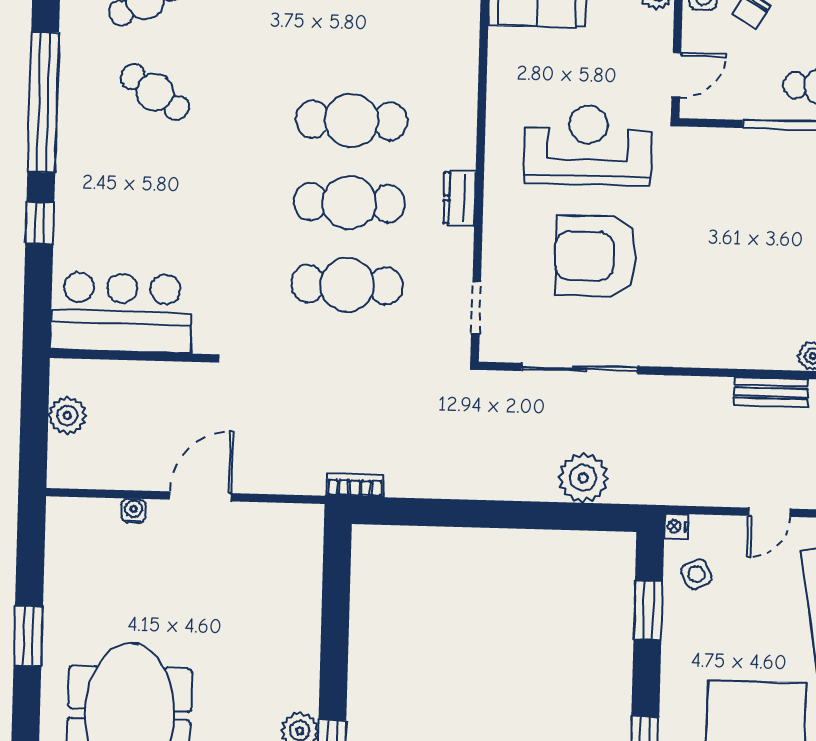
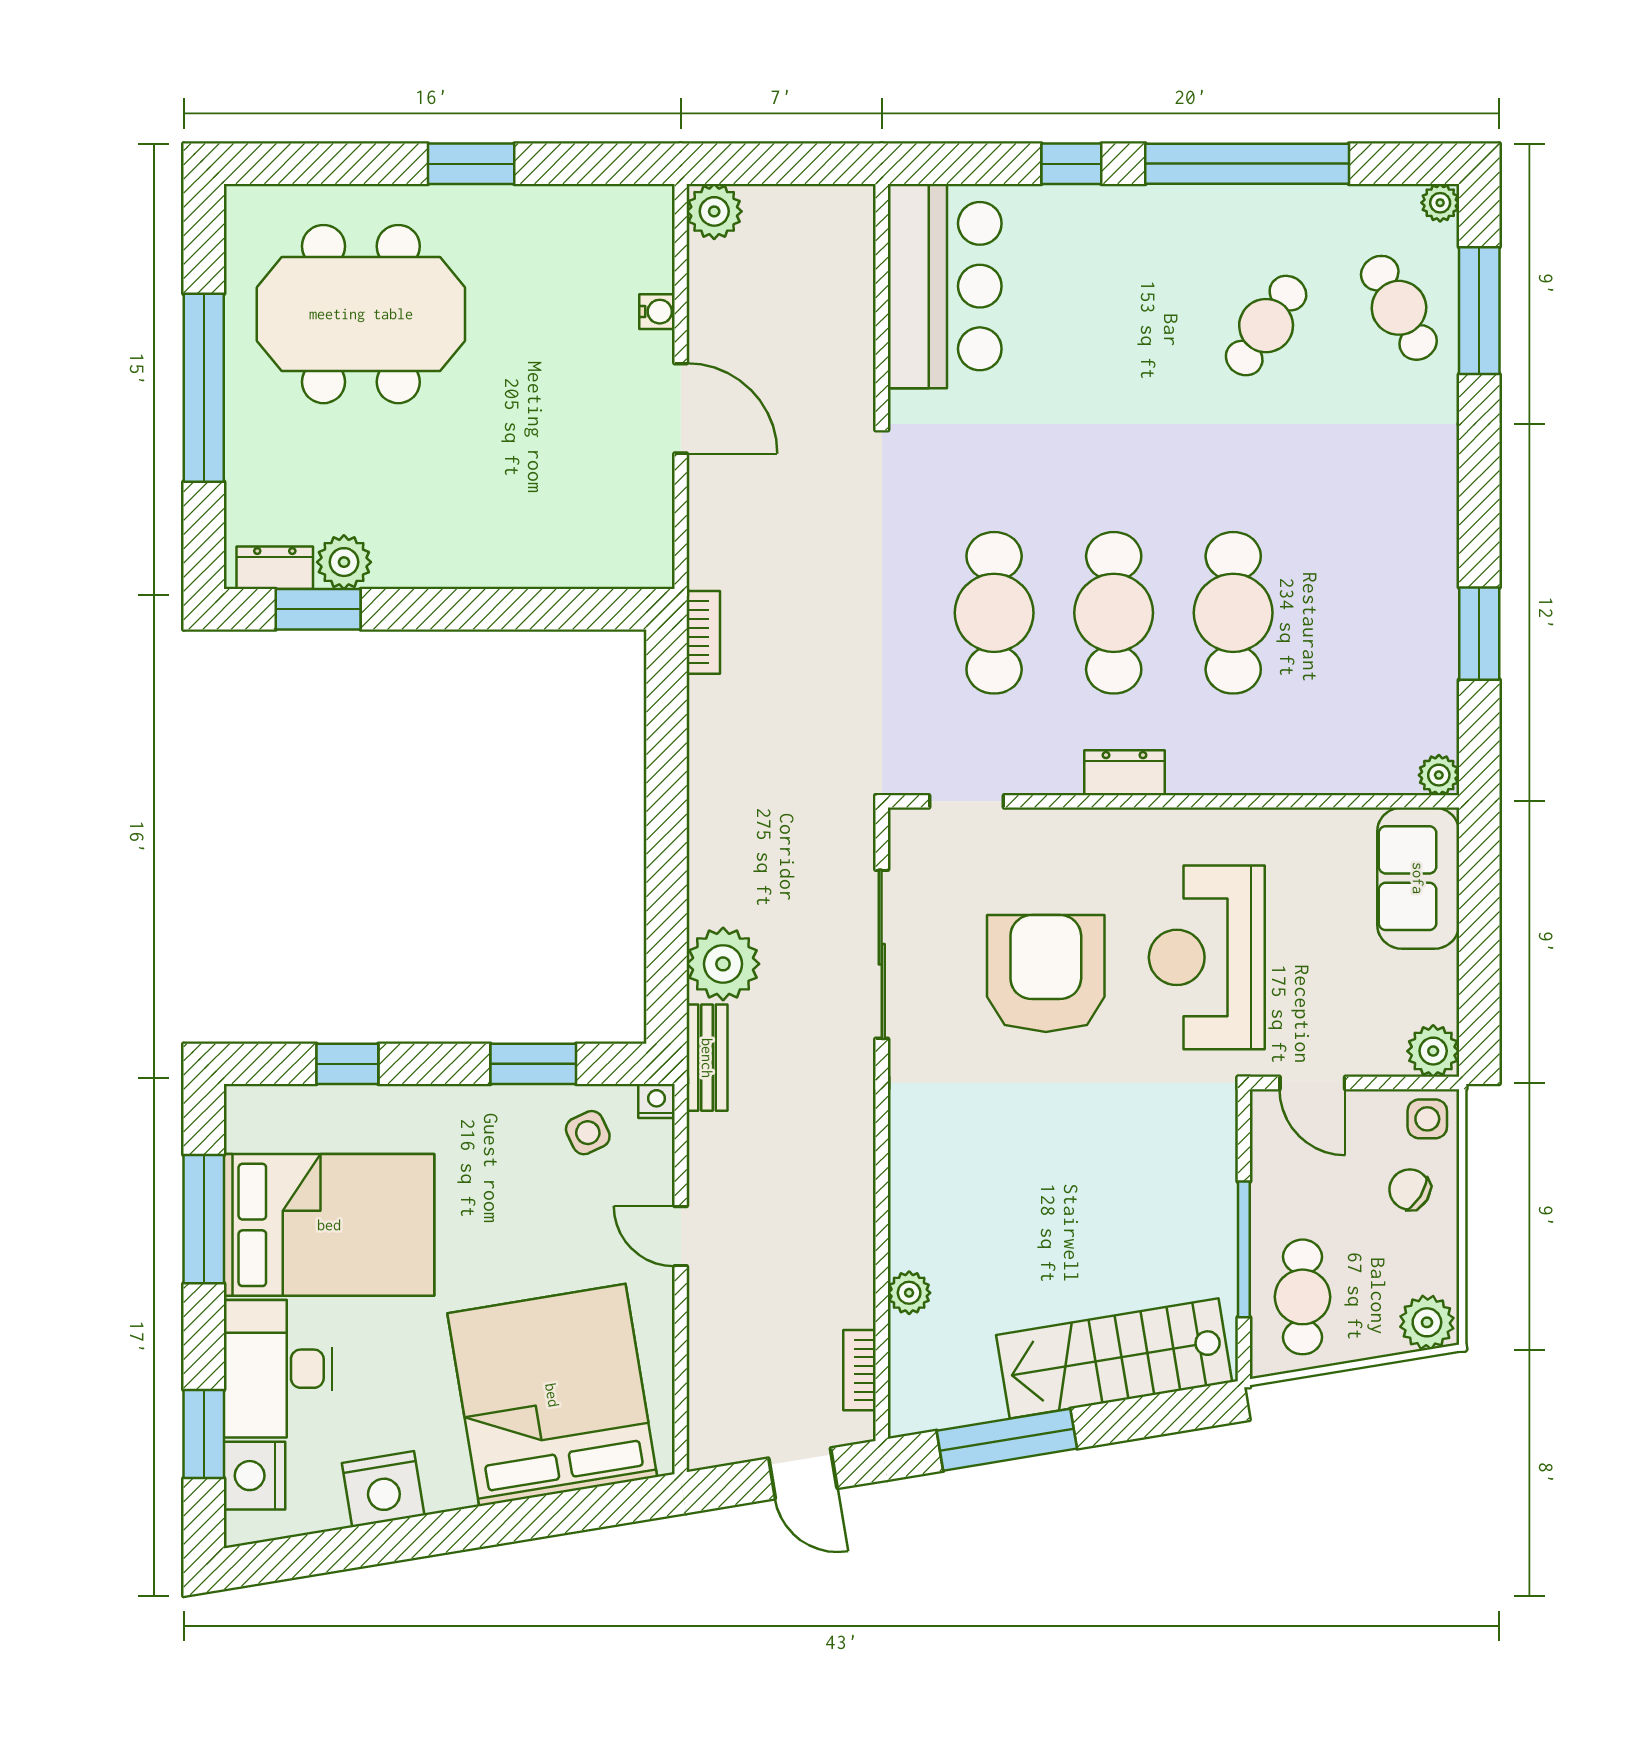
reception desk: (588, 145) -> (1207, 957), turned 180
bench: (771, 392) -> (707, 1058), moved
plant: (67, 415) -> (714, 211), moved

